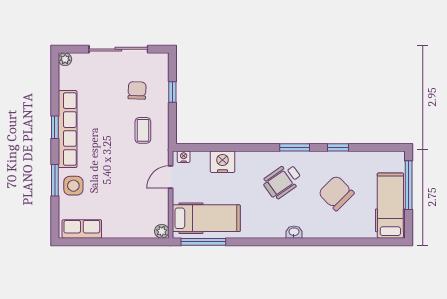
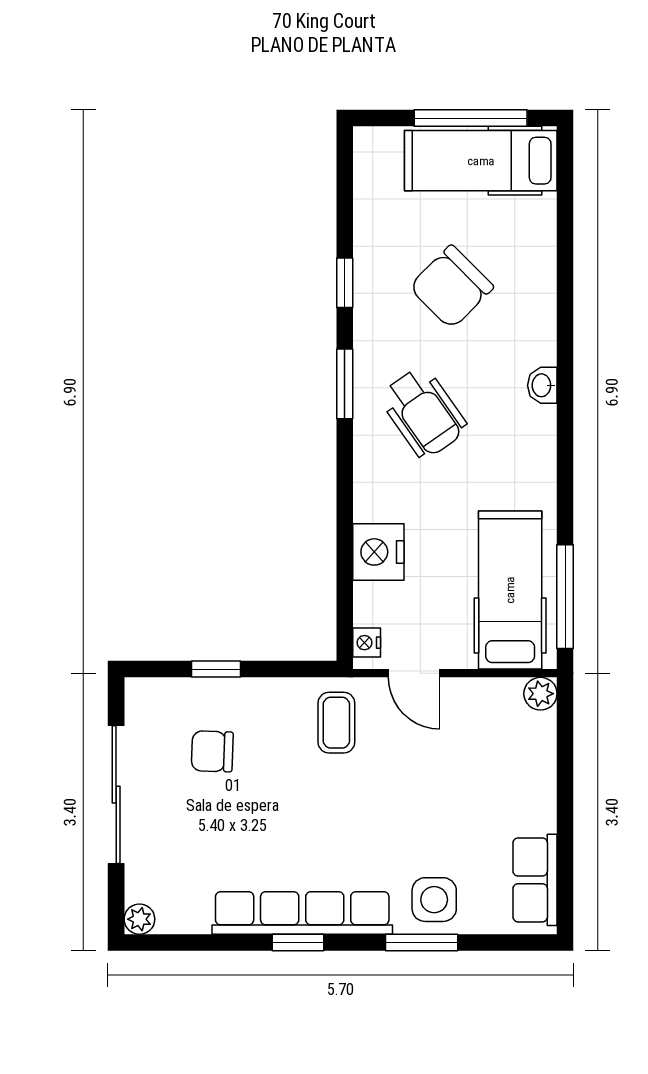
coffee table: (143, 130) -> (336, 723), moved, turned 90
window: (409, 185) -> (471, 118), moved

